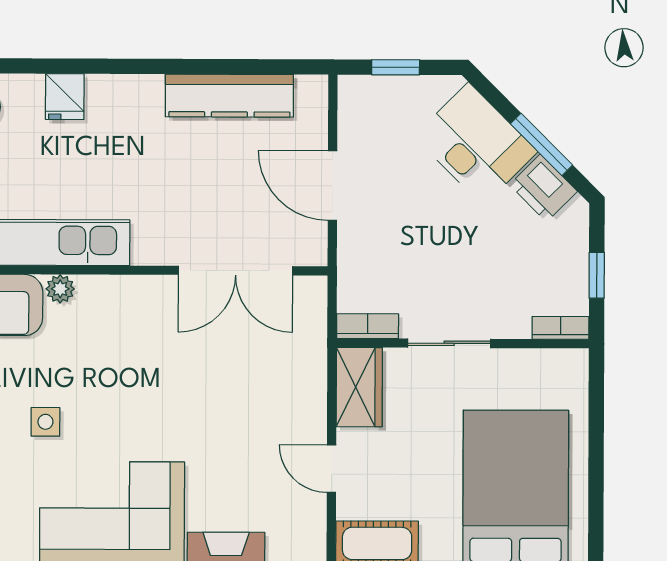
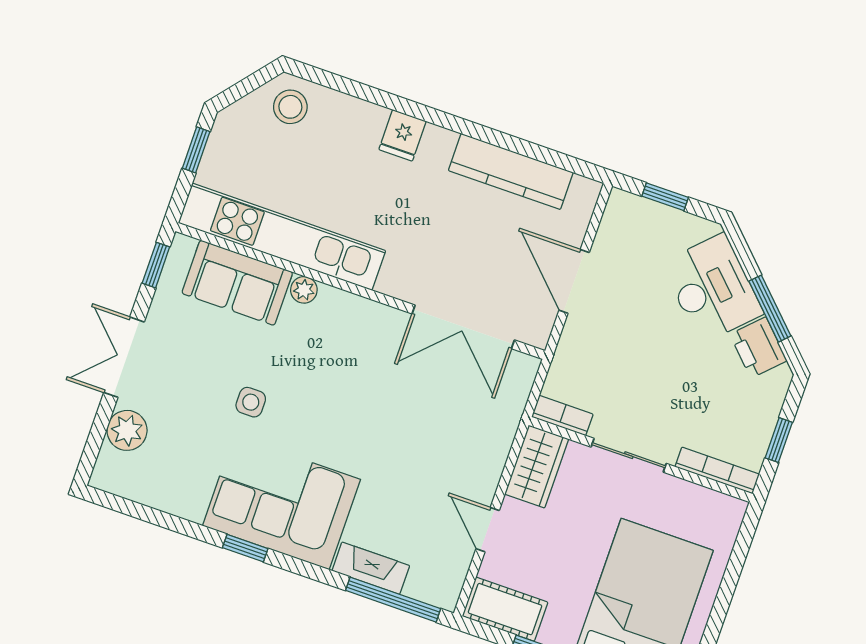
fridge: (65, 97) -> (403, 135), moved
bookcase: (561, 328) -> (717, 470), width x1.56

